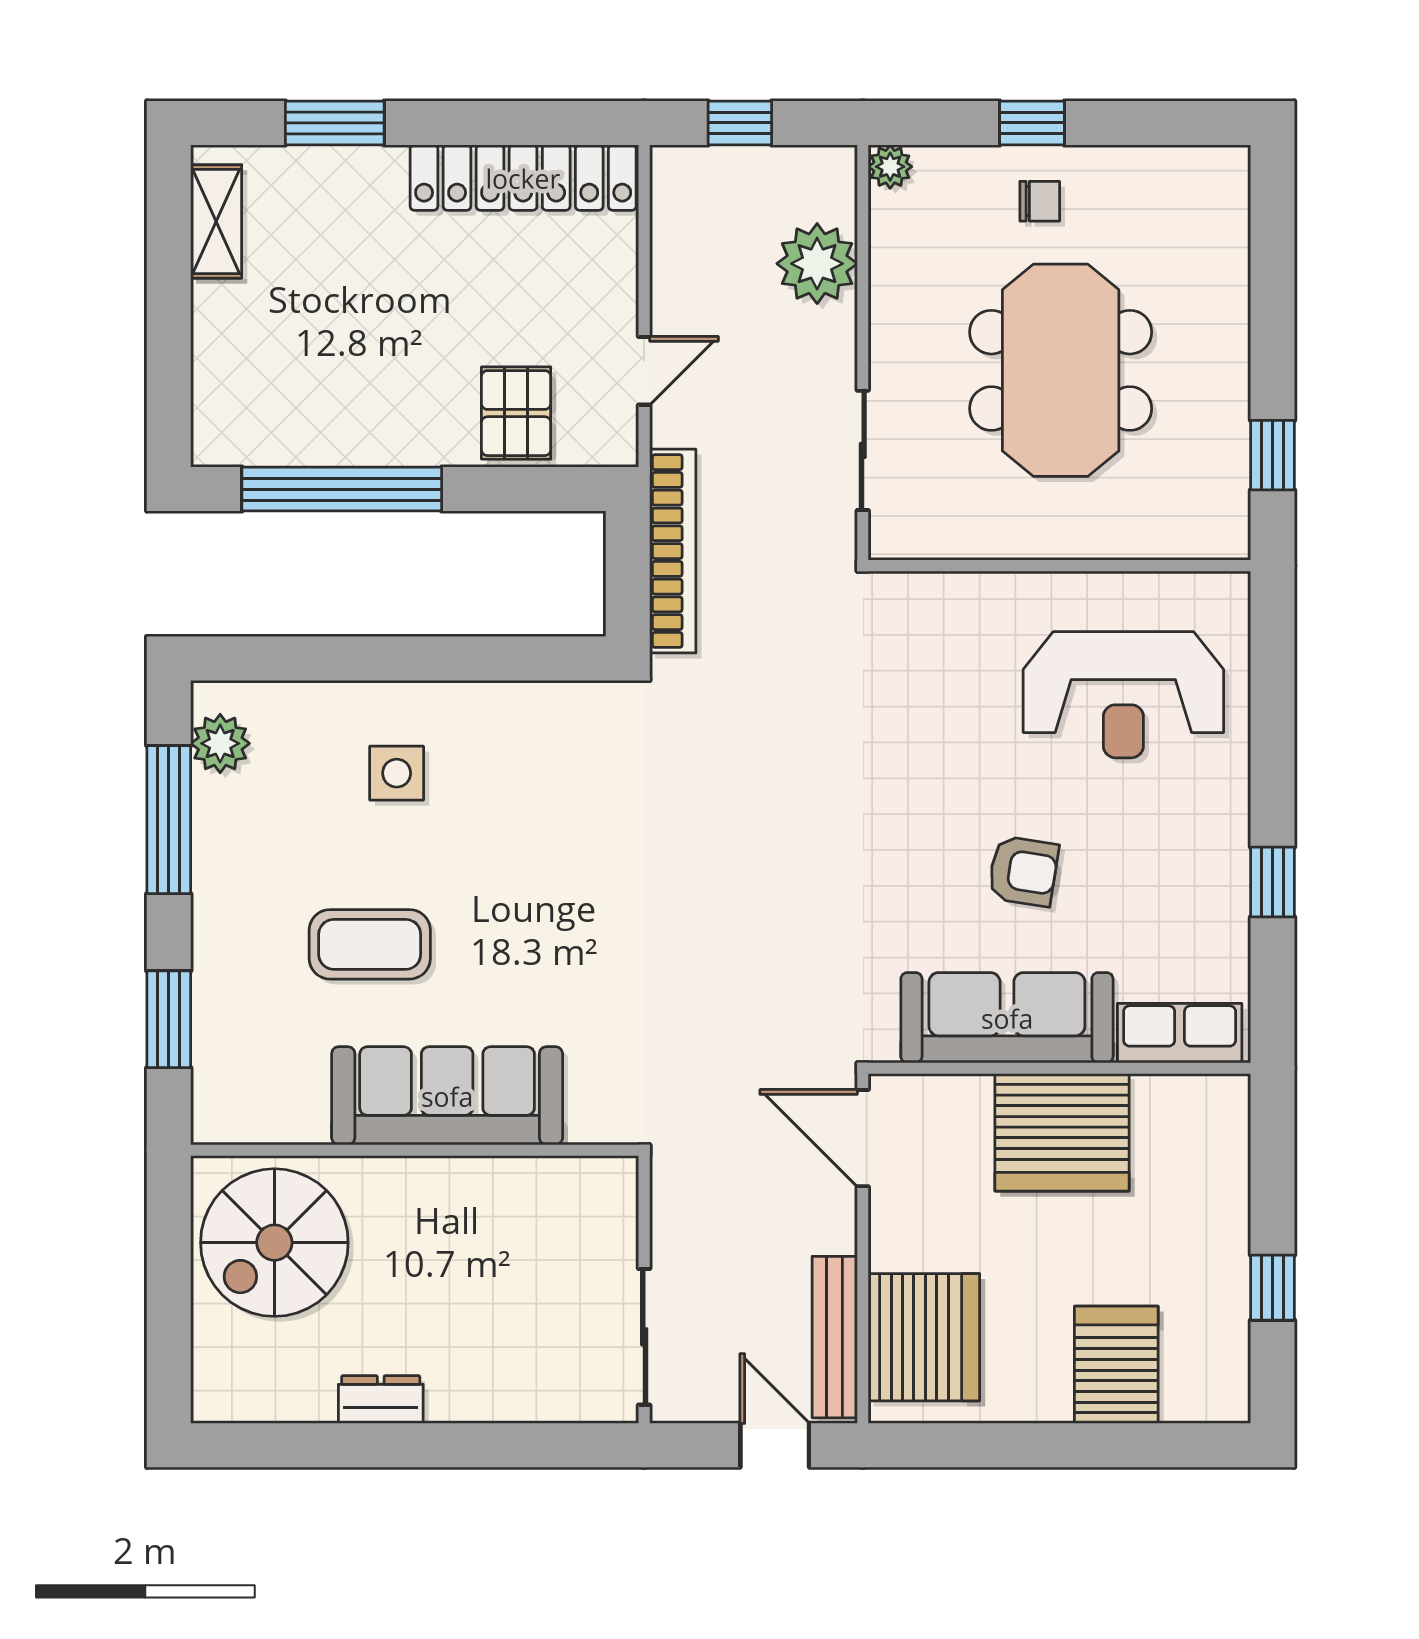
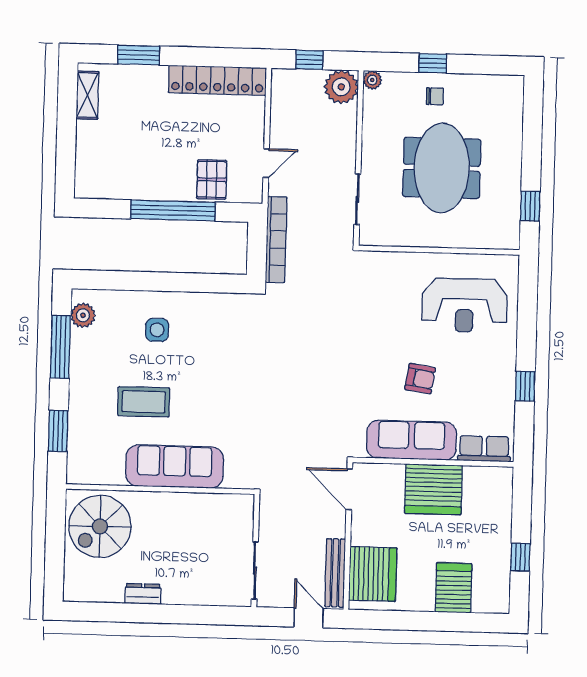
plant: (817, 264) -> (341, 87), moved
window: (342, 489) -> (173, 210), moved

